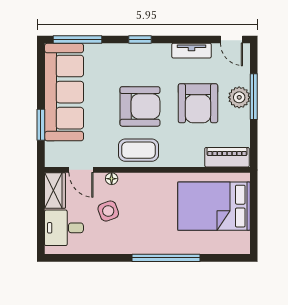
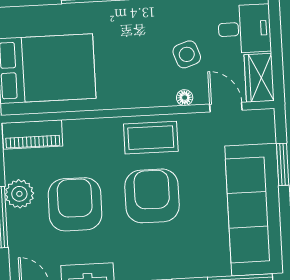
plant: (239, 97) -> (19, 194), moved
armchair: (140, 106) -> (152, 196), turned 90

